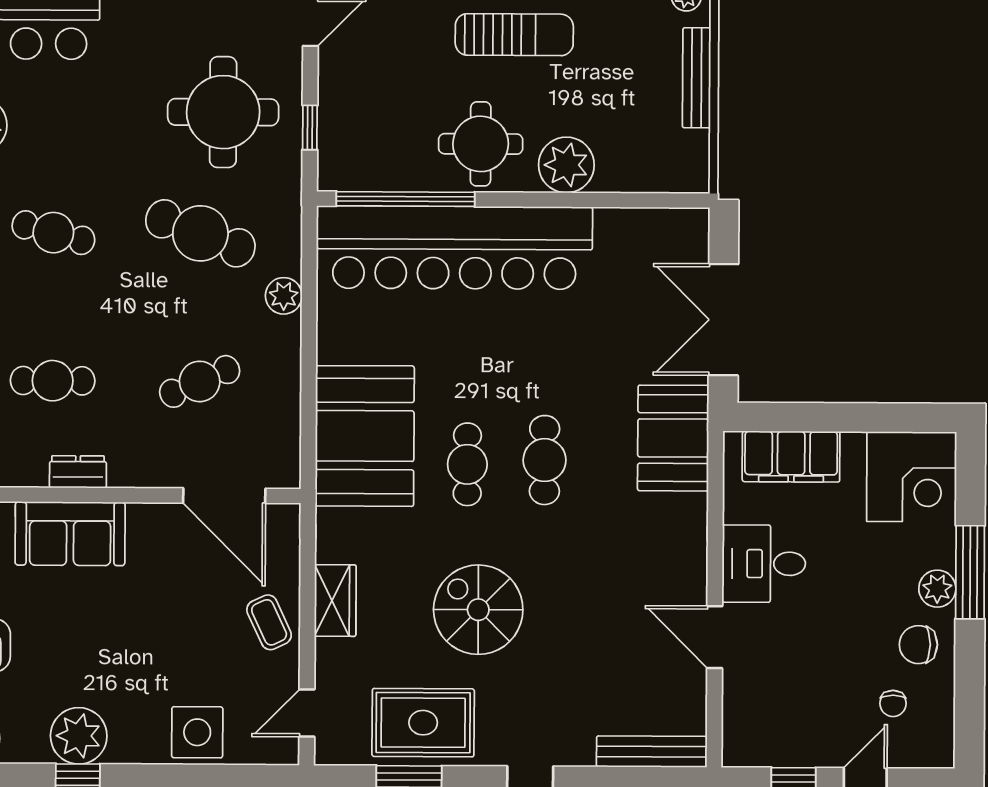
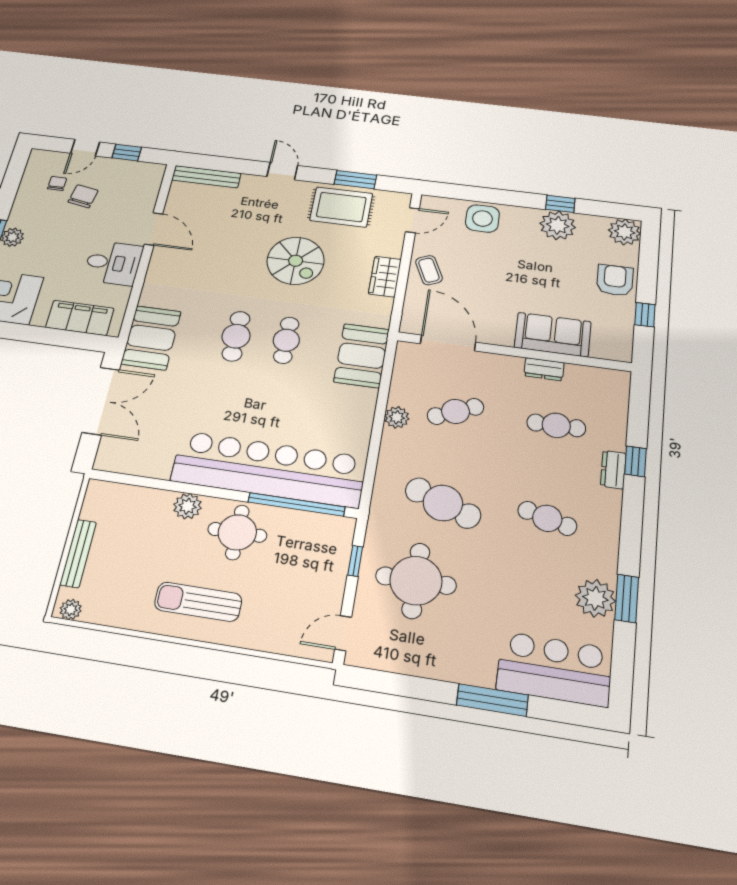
plant: (566, 165) -> (187, 506), width x0.73, depth x0.73
plant: (284, 296) -> (397, 417), moved
booth: (365, 436) -> (362, 356), width x0.73, depth x0.70
chair: (918, 645) -> (83, 196), moved, turned -80

